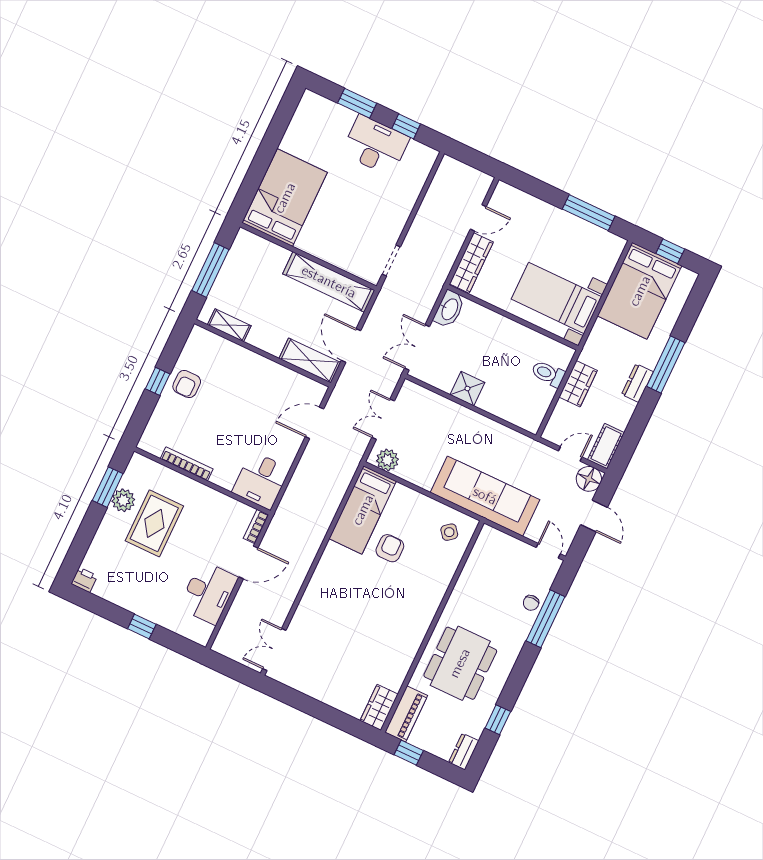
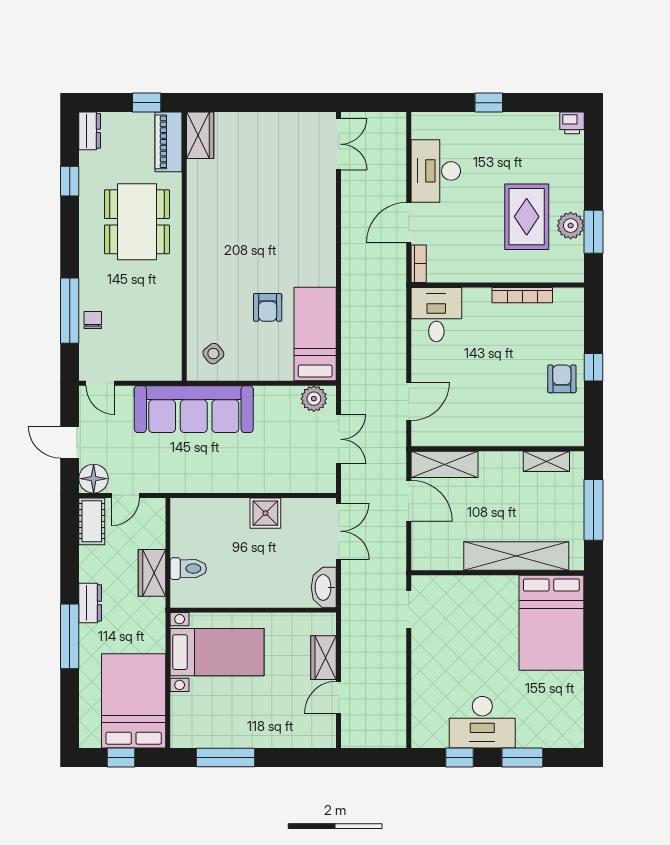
wardrobe: (471, 263) -> (324, 658), width x0.67
shelving: (329, 282) -> (516, 556), moved

